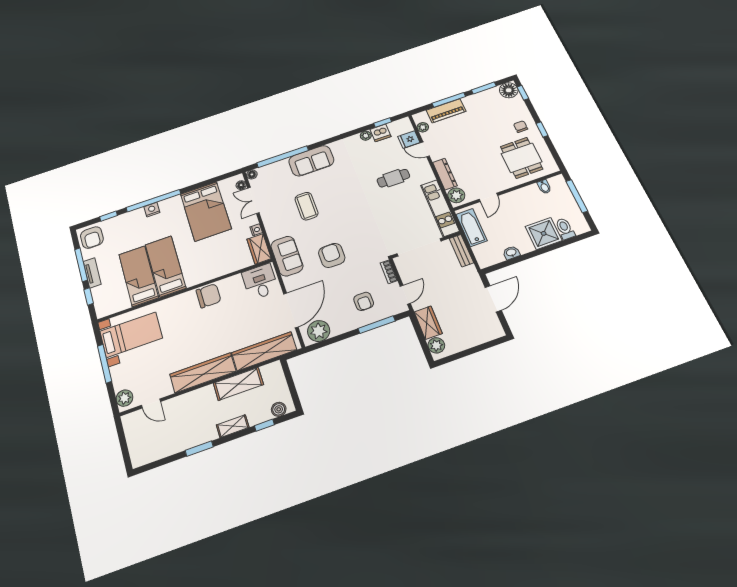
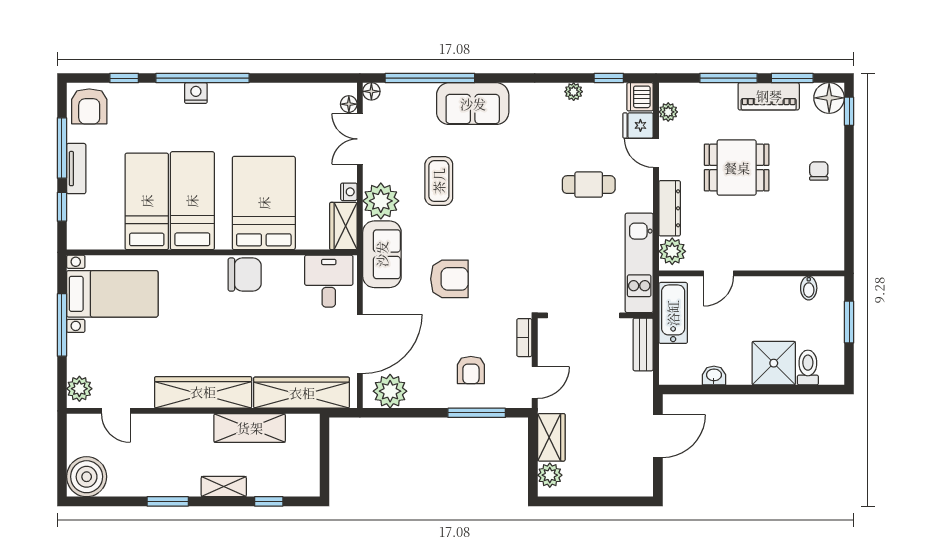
piano: (446, 111) -> (769, 96), moved
window: (542, 130) -> (849, 189), removed
dishwasher: (381, 133) -> (640, 97), moved, turned 90
dining table: (522, 158) -> (737, 168), moved, turned 90
window: (577, 196) -> (849, 322), width x0.69
bed: (206, 211) -> (264, 203), moved, turned 180
plant: (276, 228) -> (381, 201), added
armchair: (332, 255) -> (449, 279), turned 90
boiler: (279, 409) -> (87, 477), moved, width x1.86, depth x1.86

